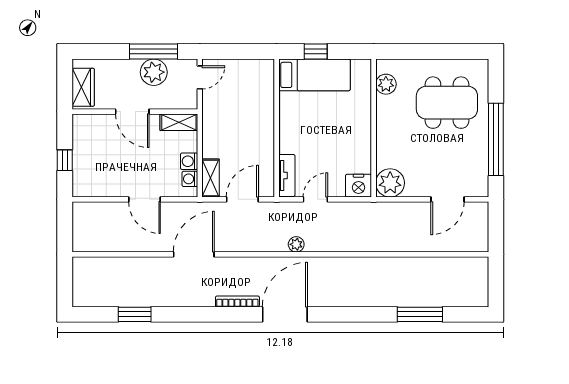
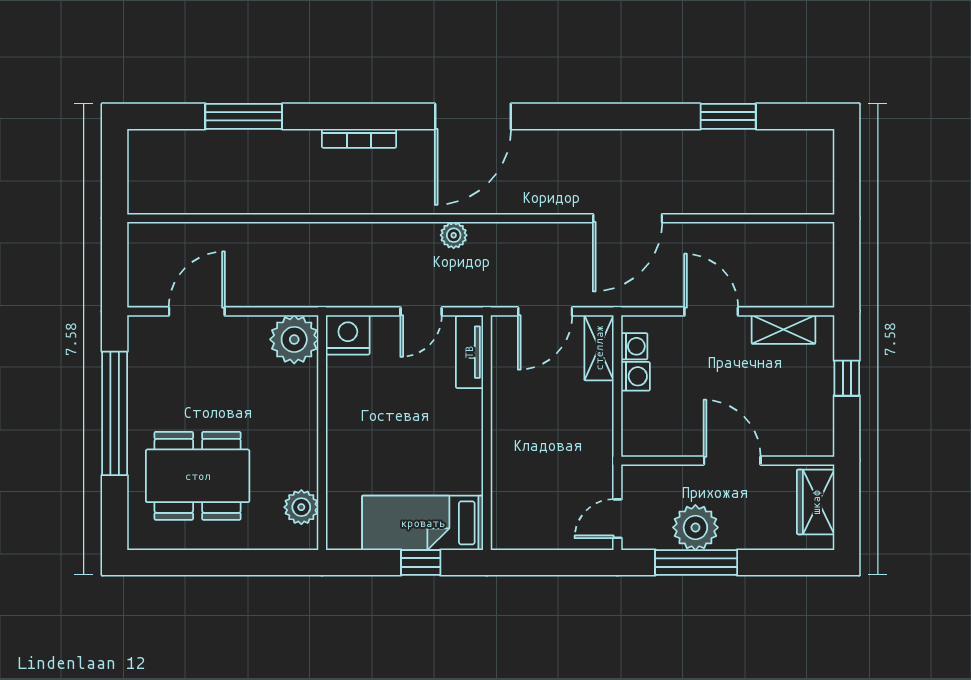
shelving: (179, 122) -> (784, 330), moved
bookcase: (237, 301) -> (359, 138), moved

